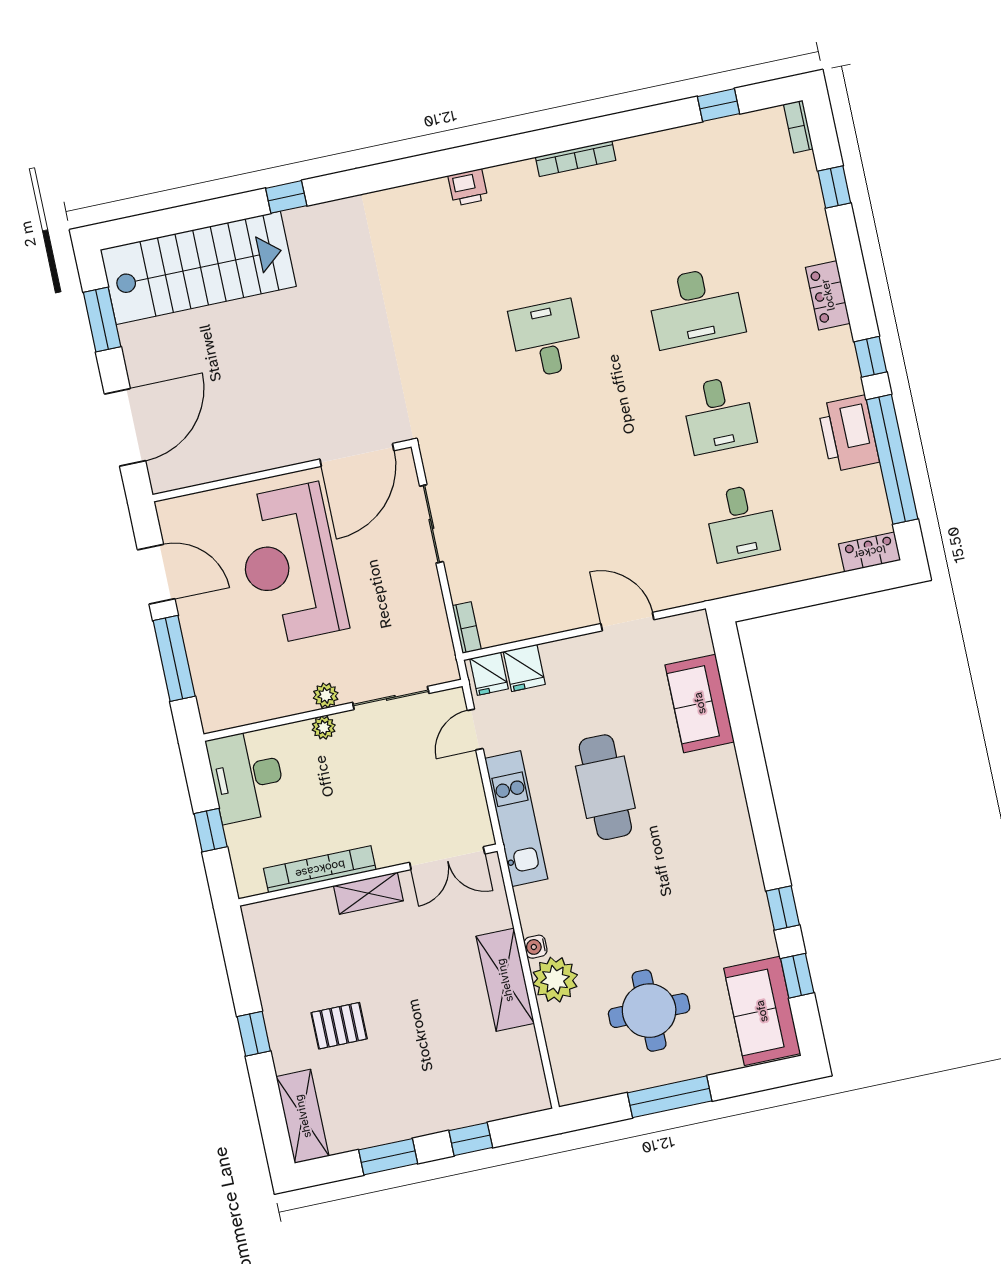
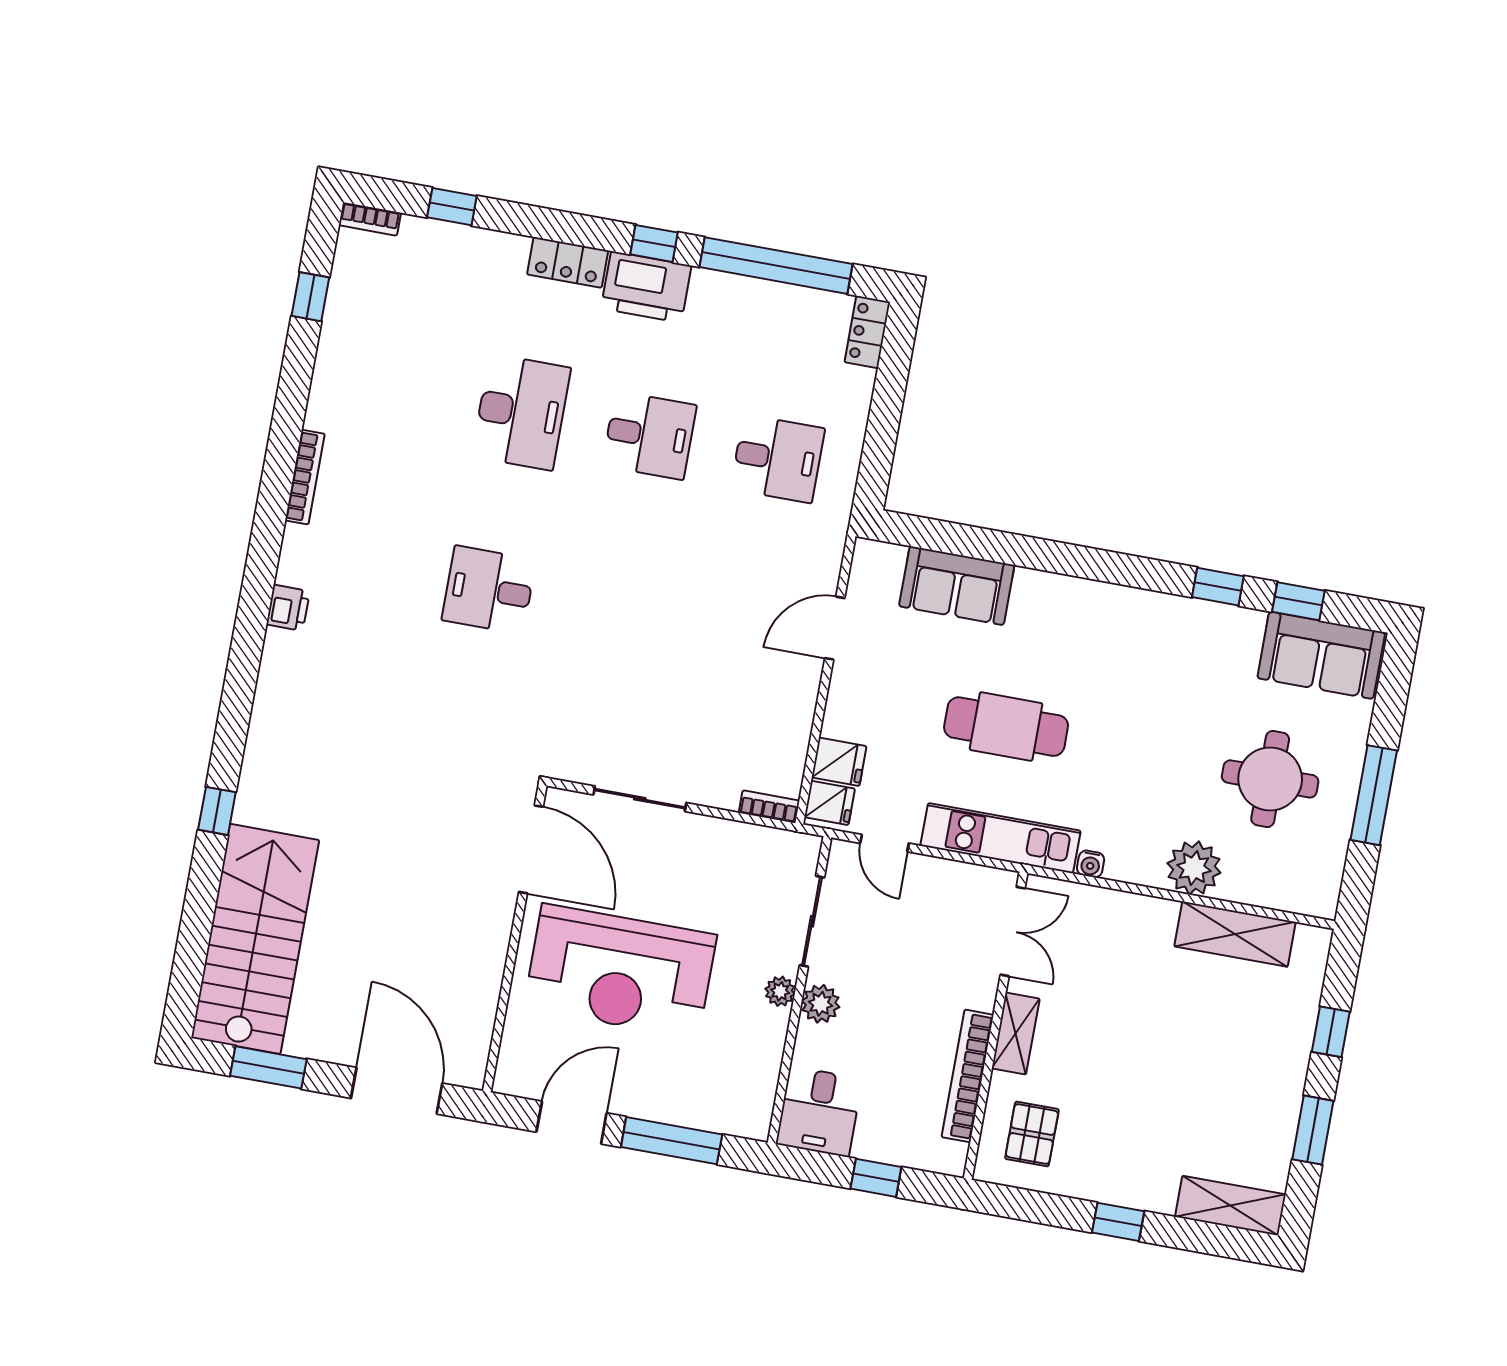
printer: (848, 433) -> (646, 287), moved
plant: (324, 728) -> (821, 1004), width x1.38, depth x1.38
desk: (247, 776) -> (819, 1112), width x0.73
water cooler: (535, 947) -> (1091, 864), moved
shelving: (505, 980) -> (1235, 934), moved
pallet: (339, 1026) -> (1032, 1134), moved

